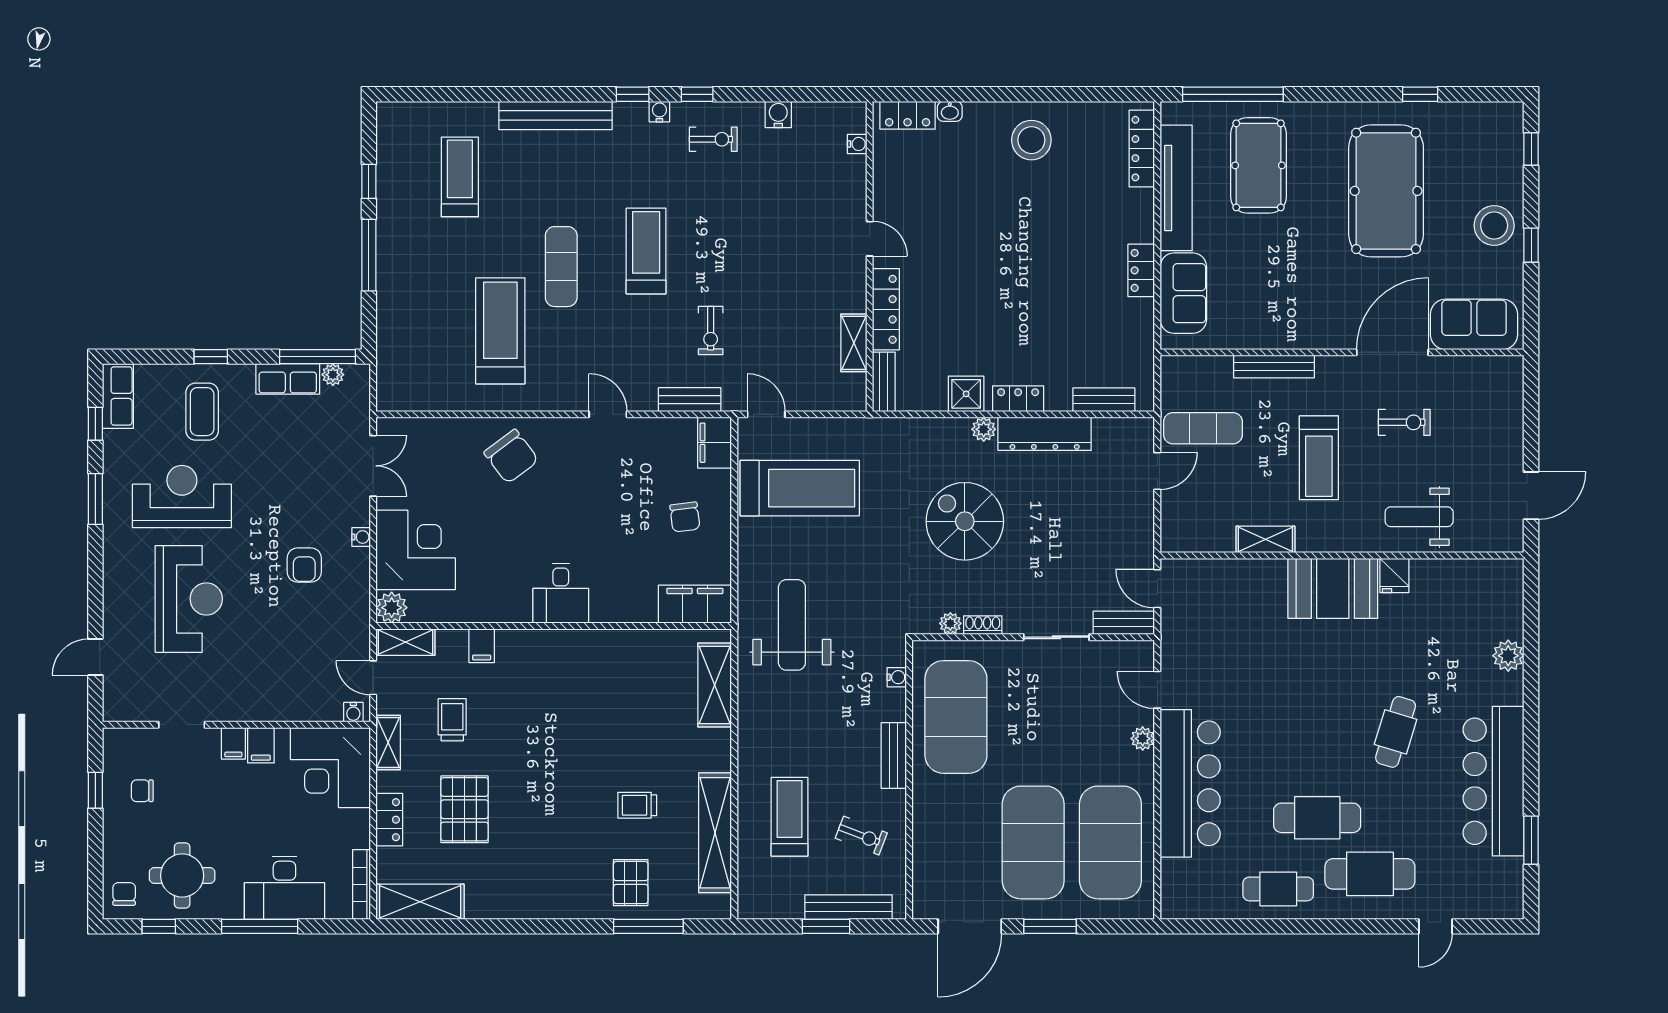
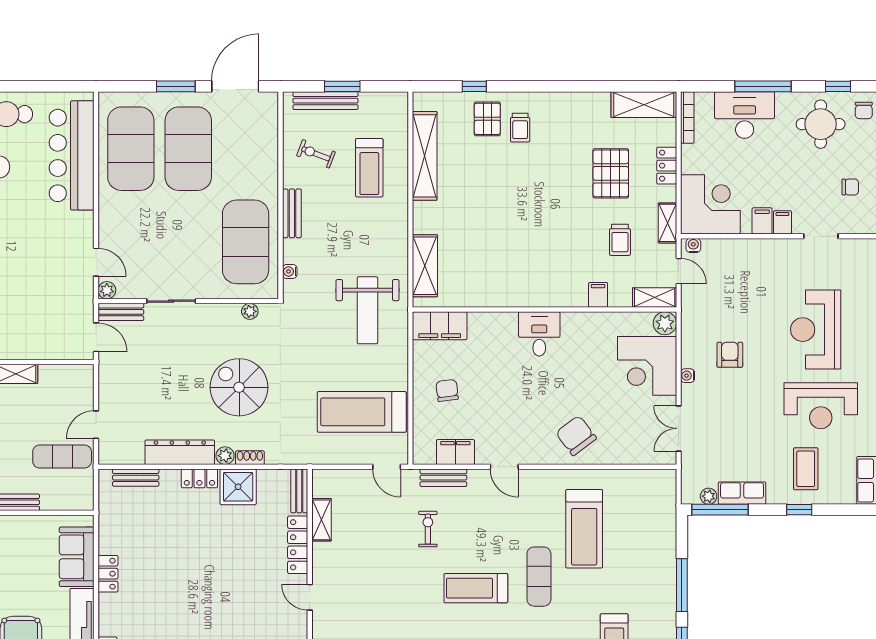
treadmill: (646, 251) -> (476, 588), turned 90
shower: (966, 394) -> (238, 487), width x1.36, depth x1.36
filing cabinet: (714, 443) -> (455, 452), moved, turned -90
spiral stairs: (965, 521) -> (239, 387), turned 180
shoe rack: (983, 625) -> (250, 458), moved, turned 180
plant: (1143, 739) -> (107, 290), moved
bar counter: (1190, 783) -> (72, 155), moved
trolley: (637, 805) -> (520, 128), moved, turned 90
window: (648, 926) -> (474, 86), width x0.46

